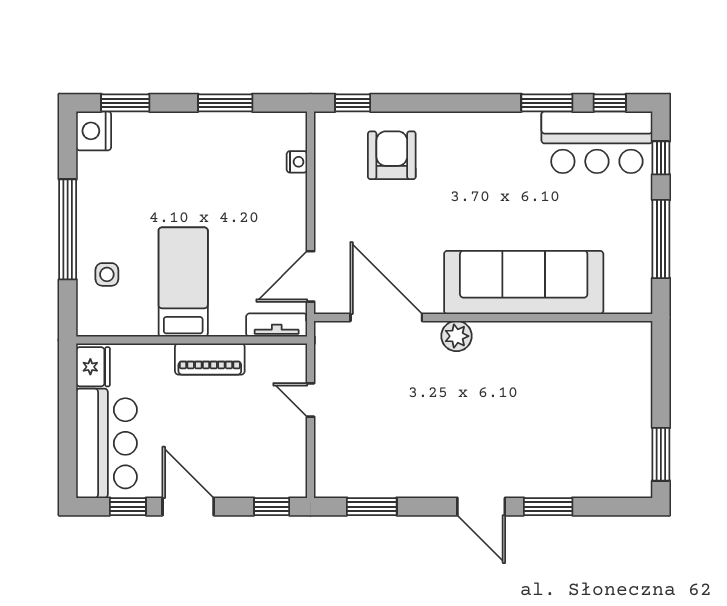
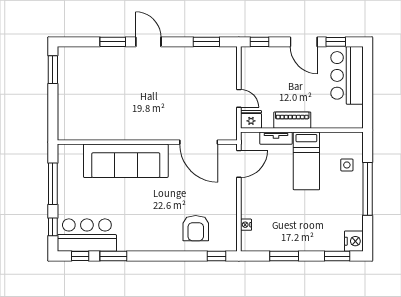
tv unit: (277, 325) -> (276, 138), moved
plant: (457, 336) -> (161, 132), removed
fridge: (93, 367) -> (251, 119), moved, turned 90

